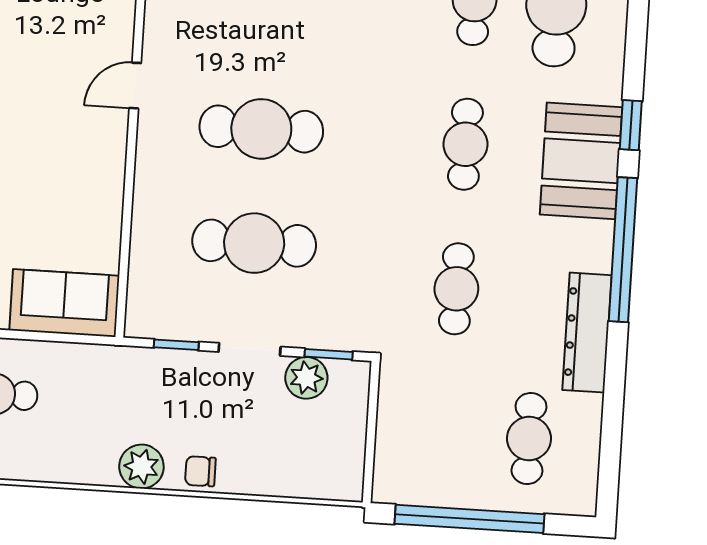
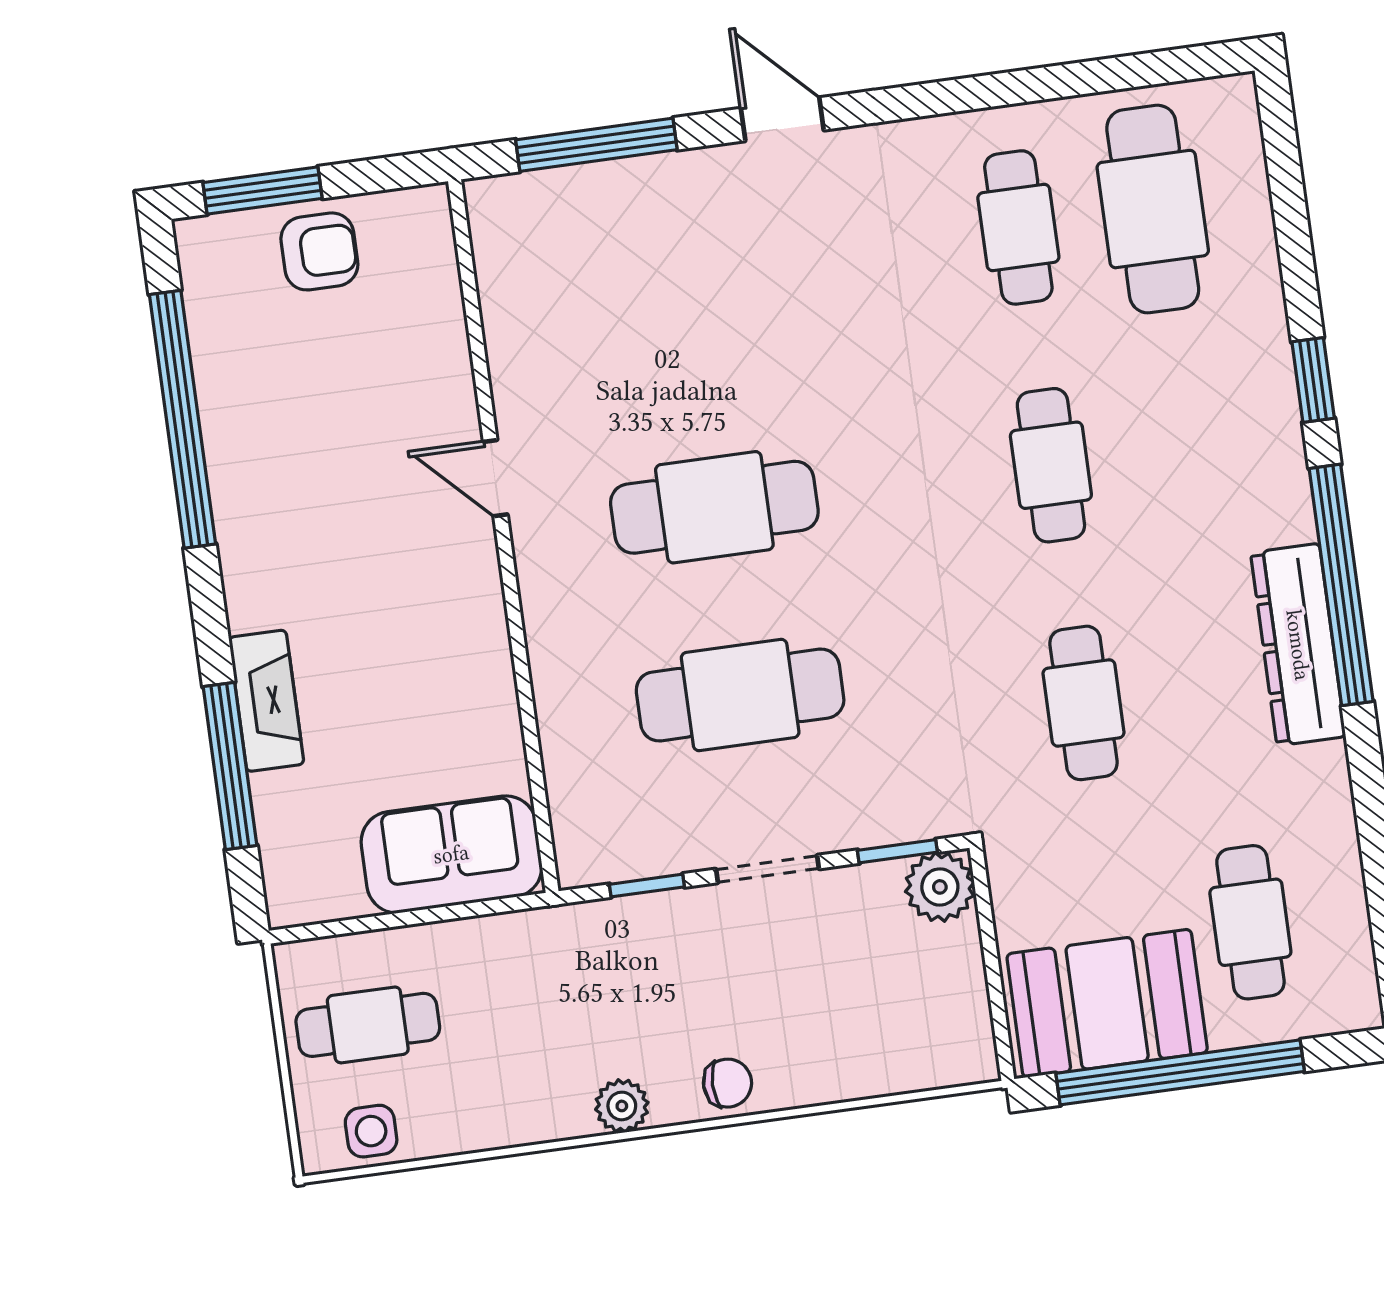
door: (135, 86) -> (495, 478), hinge flipped
booth: (581, 161) -> (1107, 1003), moved, turned 90
dresser: (587, 333) -> (1298, 645), moved
plant: (306, 378) -> (940, 887), moved
plant: (141, 467) -> (622, 1106), width x0.73, depth x0.73
chair: (200, 471) -> (728, 1083), turned 180

